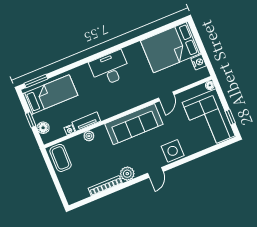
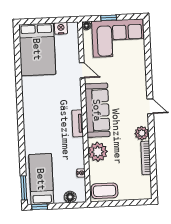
desk: (110, 68) -> (37, 114), removed
window: (230, 117) -> (109, 18), moved
window: (31, 120) -> (40, 207), moved
tv unit: (86, 122) -> (78, 123), moved
plant: (89, 136) -> (98, 152), width x1.87, depth x1.87
side table: (173, 151) -> (136, 83), removed

